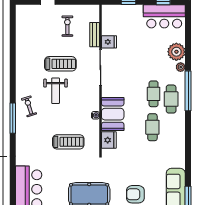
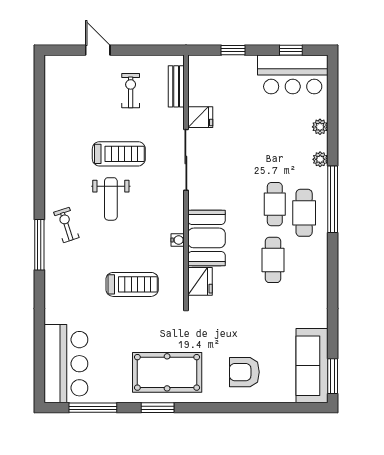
bench: (95, 35) -> (176, 86), moved
plant: (176, 52) -> (320, 127), width x0.53, depth x0.53

